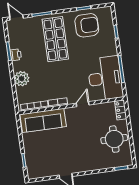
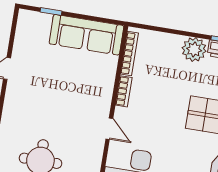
plant: (22, 79) -> (194, 50), moved
sofa: (43, 120) -> (87, 35), moved, turned -90

